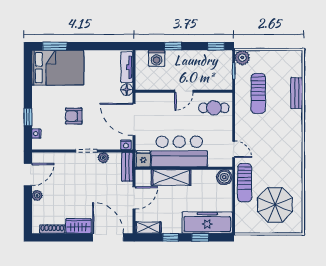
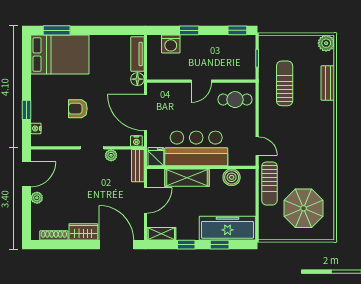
plant: (242, 58) -> (326, 43), moved
sun lounger: (258, 93) -> (285, 83), turned 180
boiler: (224, 177) -> (232, 177), moved

